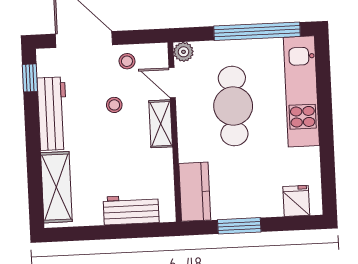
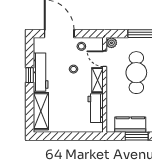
window: (30, 78) -> (30, 75), moved
kitchen counter: (195, 192) -> (130, 125), moved, turned -90
workbench: (131, 210) -> (96, 108), moved, turned -90

